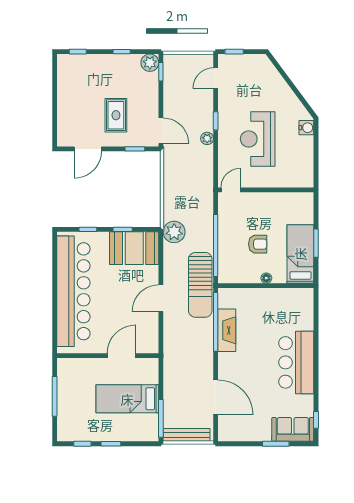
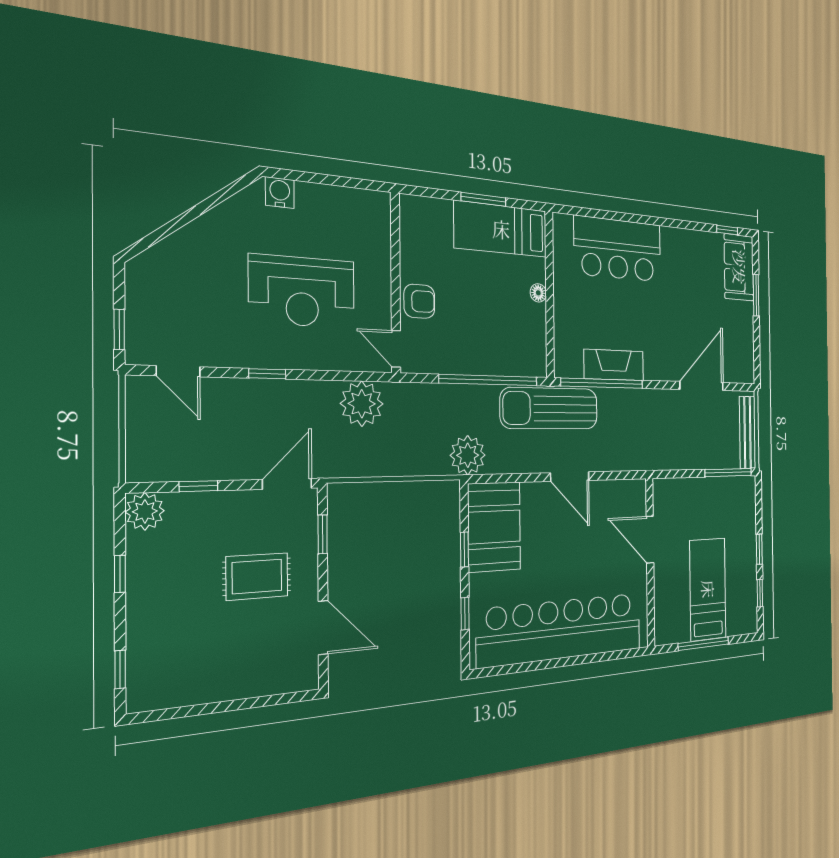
window: (161, 72) -> (199, 486), moved
plant: (207, 138) -> (362, 404), moved, width x1.88, depth x1.88
armchair: (258, 244) -> (419, 301), moved, turned 90
sun lounger: (200, 285) -> (550, 408), turned 180
bar counter: (296, 362) -> (618, 249), moved
bed: (127, 399) -> (708, 589), moved, turned 180

